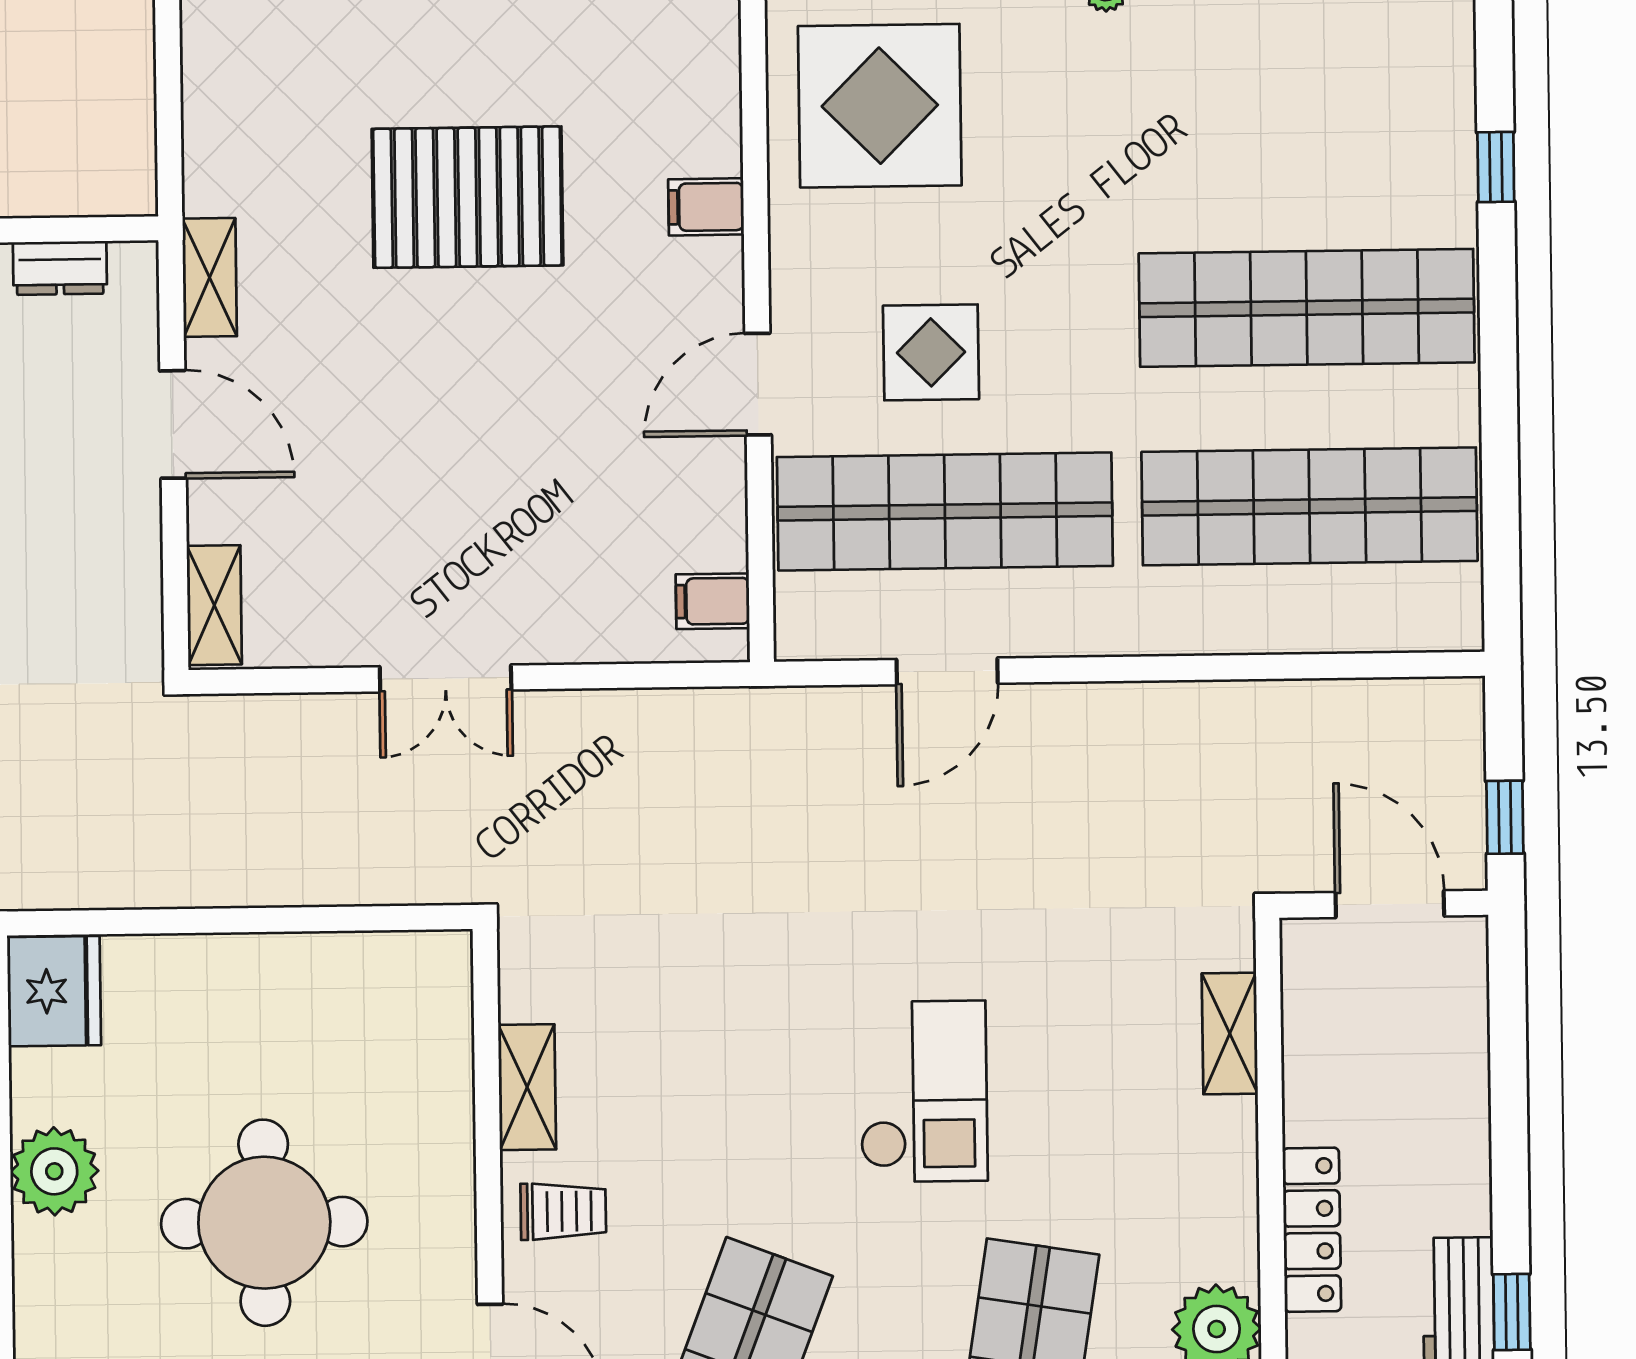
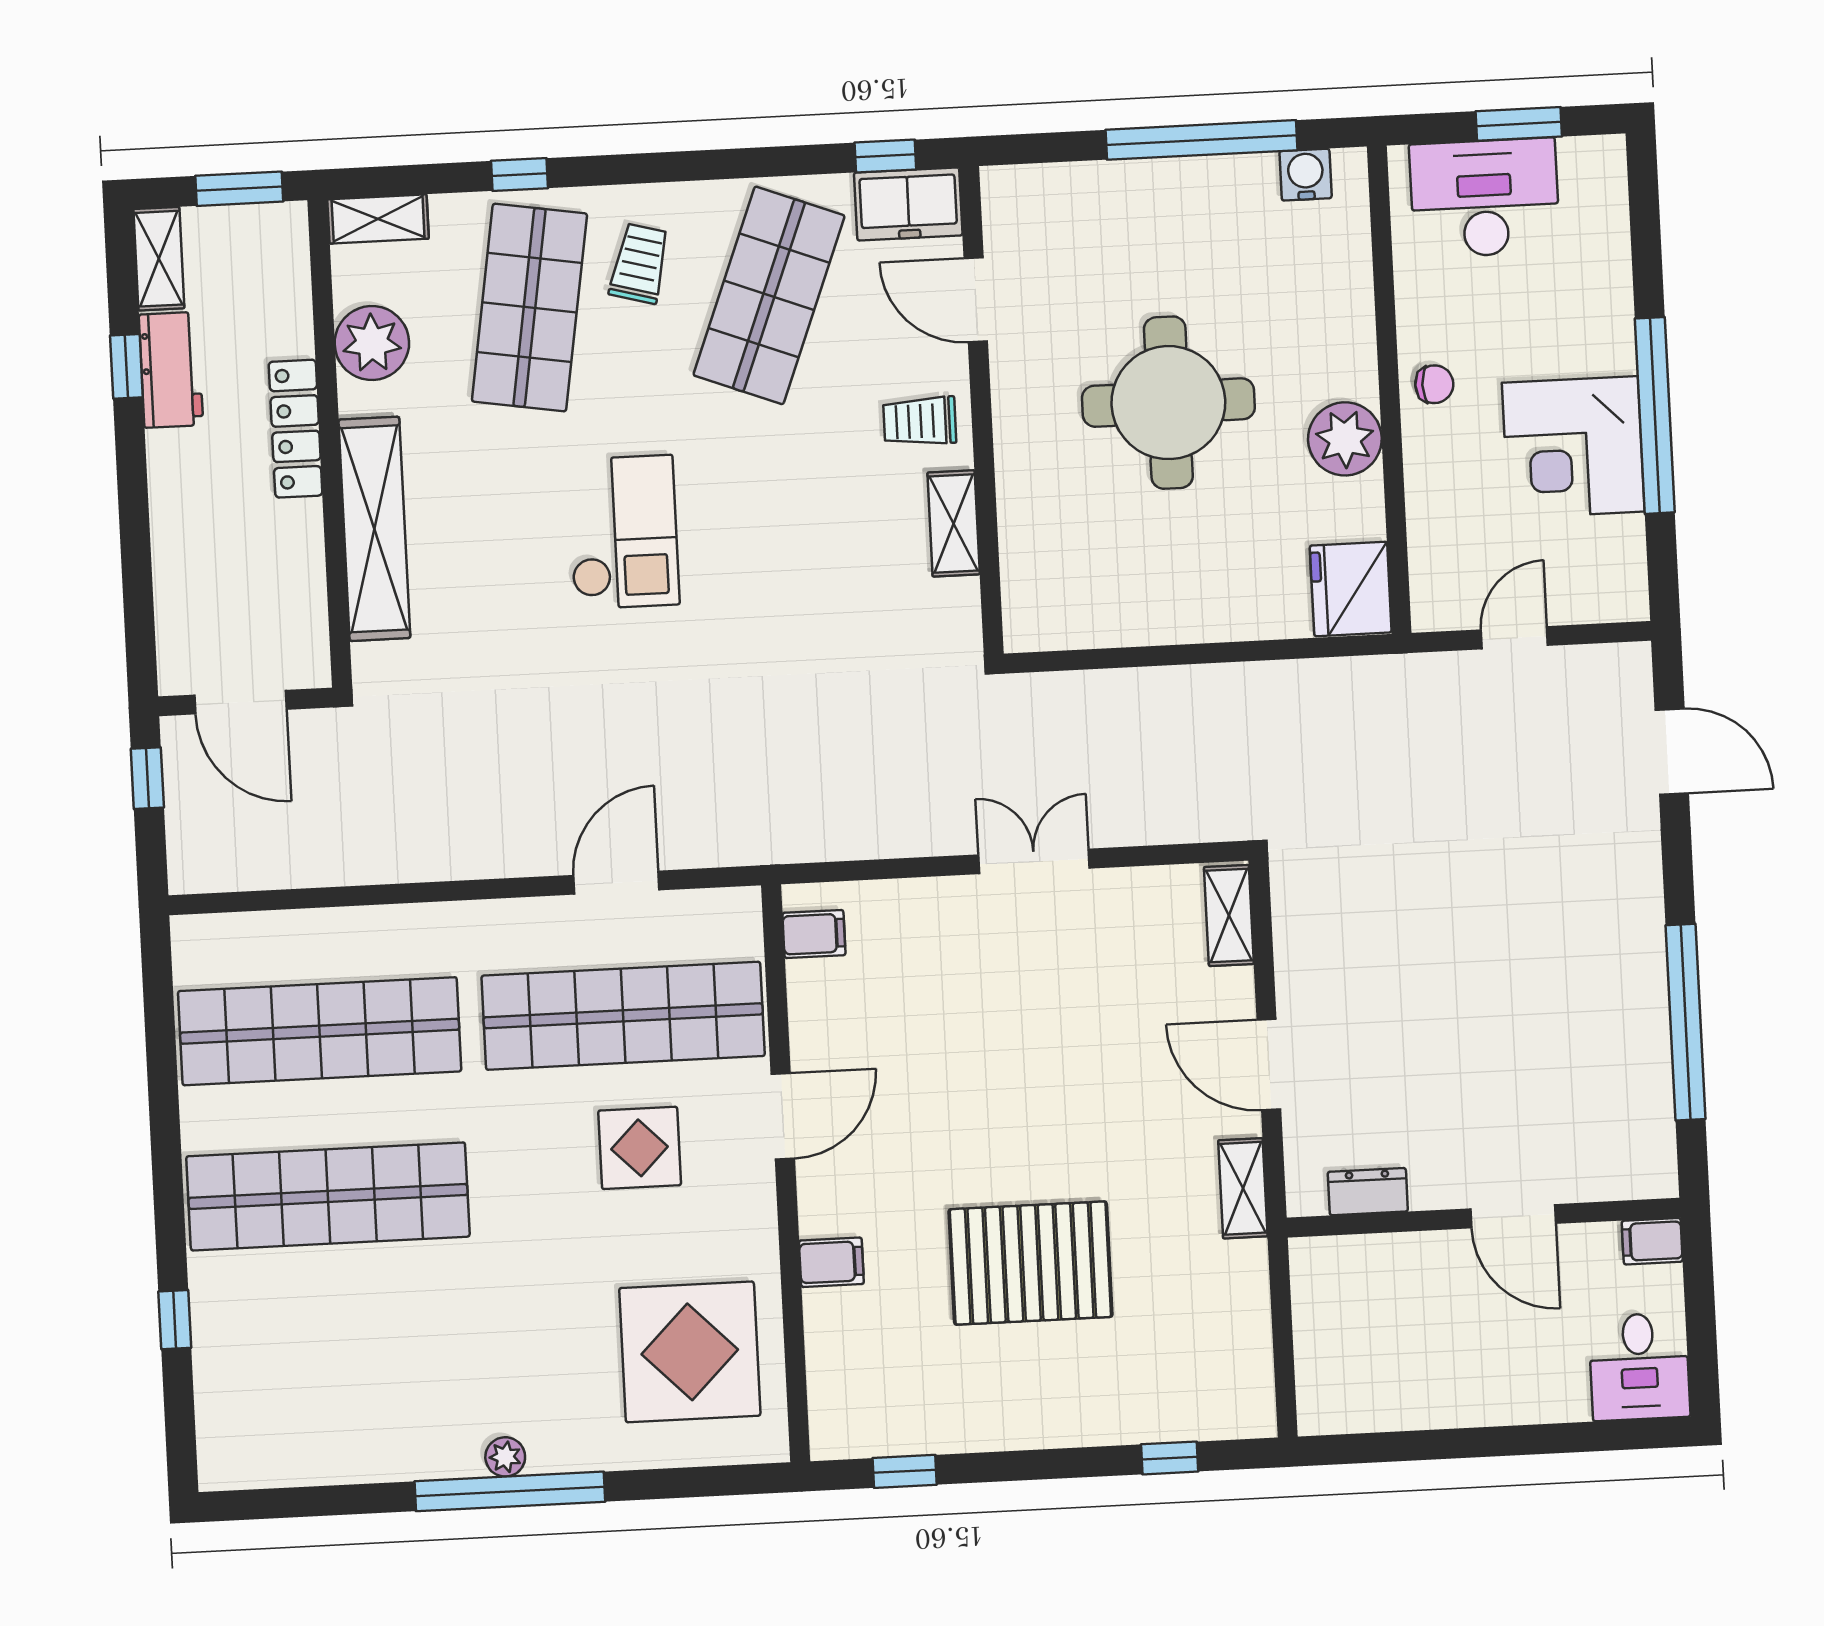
shelving: (1230, 1033) -> (374, 529), width x2.20, depth x1.33
checkout: (923, 1091) -> (623, 532), turned 180

